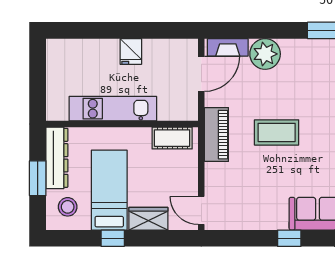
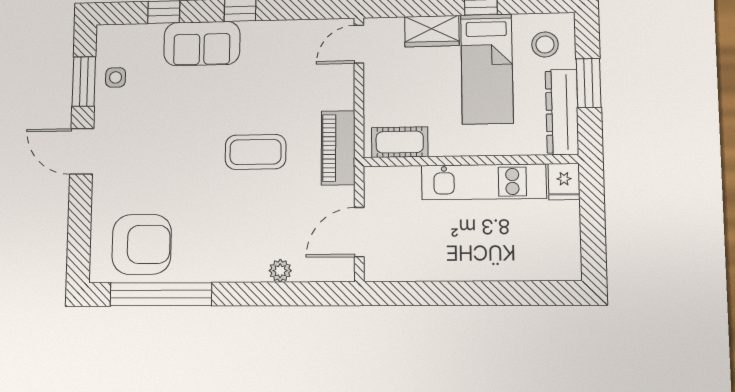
fireplace: (228, 47) -> (322, 270), removed
fridge: (131, 52) -> (564, 182), moved, turned 180
plant: (265, 54) -> (280, 271), width x0.53, depth x0.53
door: (201, 210) -> (359, 44), swing flipped

